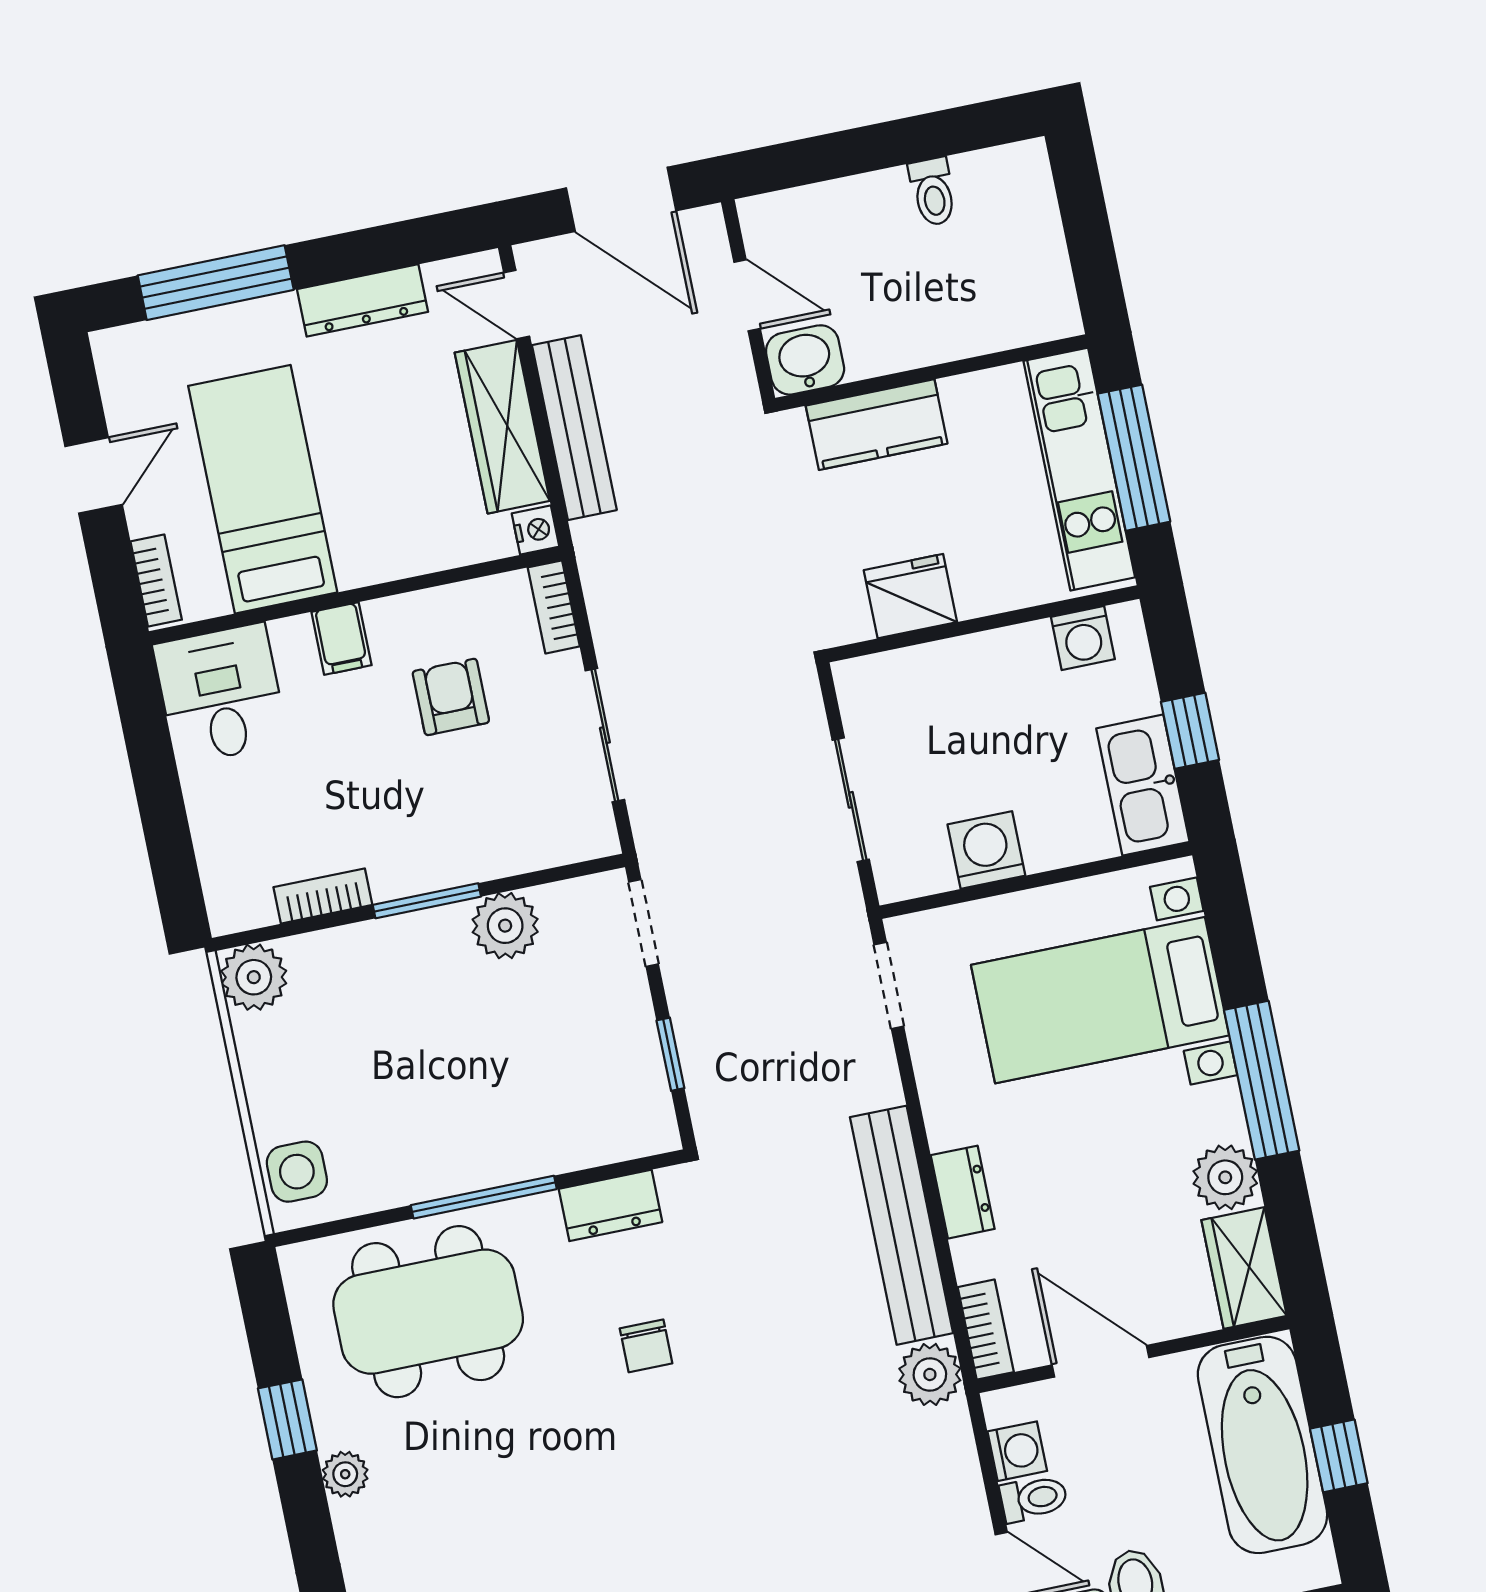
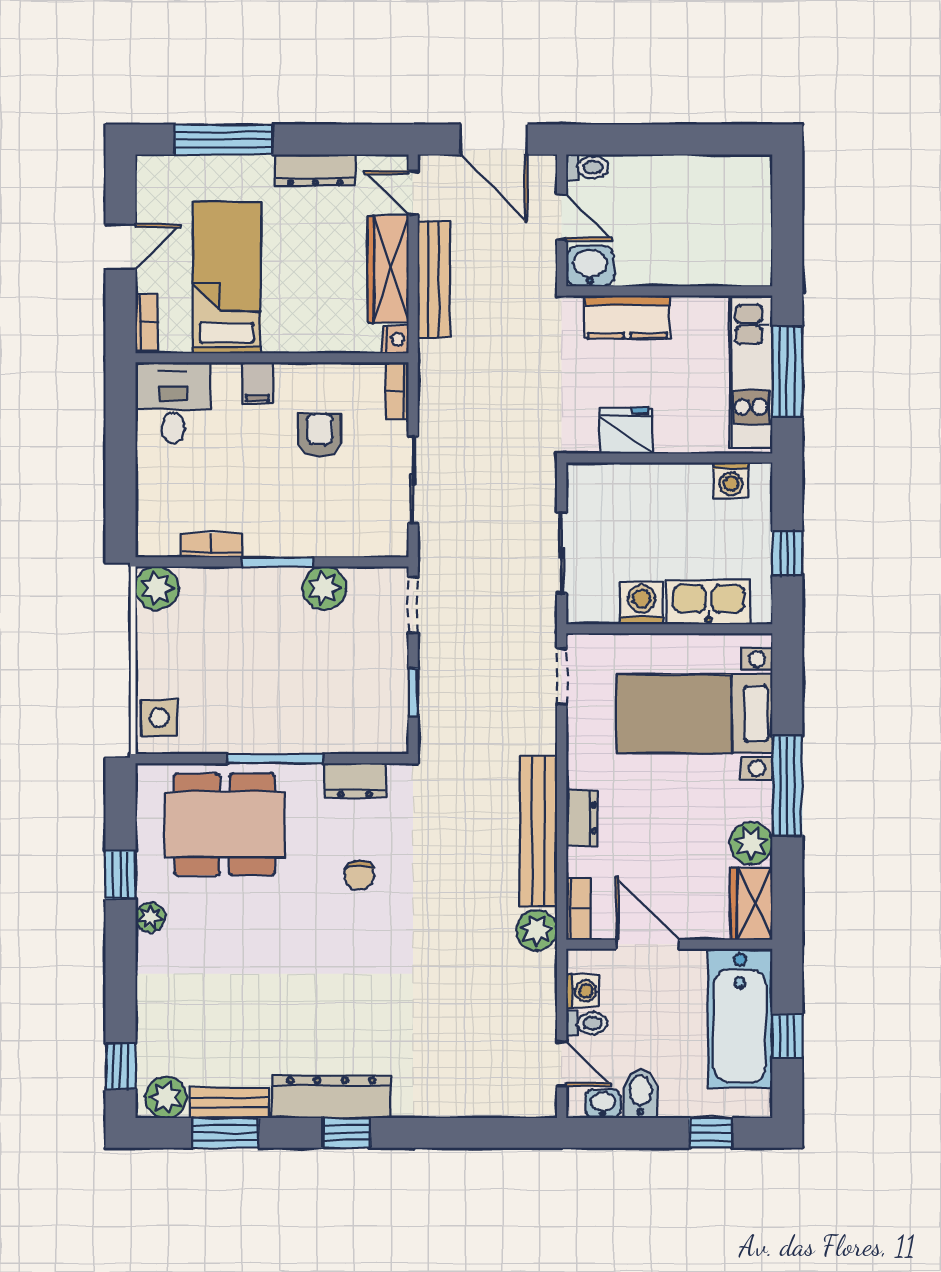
toilet: (933, 192) -> (587, 167), moved, turned -90
kitchen sink: (1143, 785) -> (708, 602), moved, turned 90

